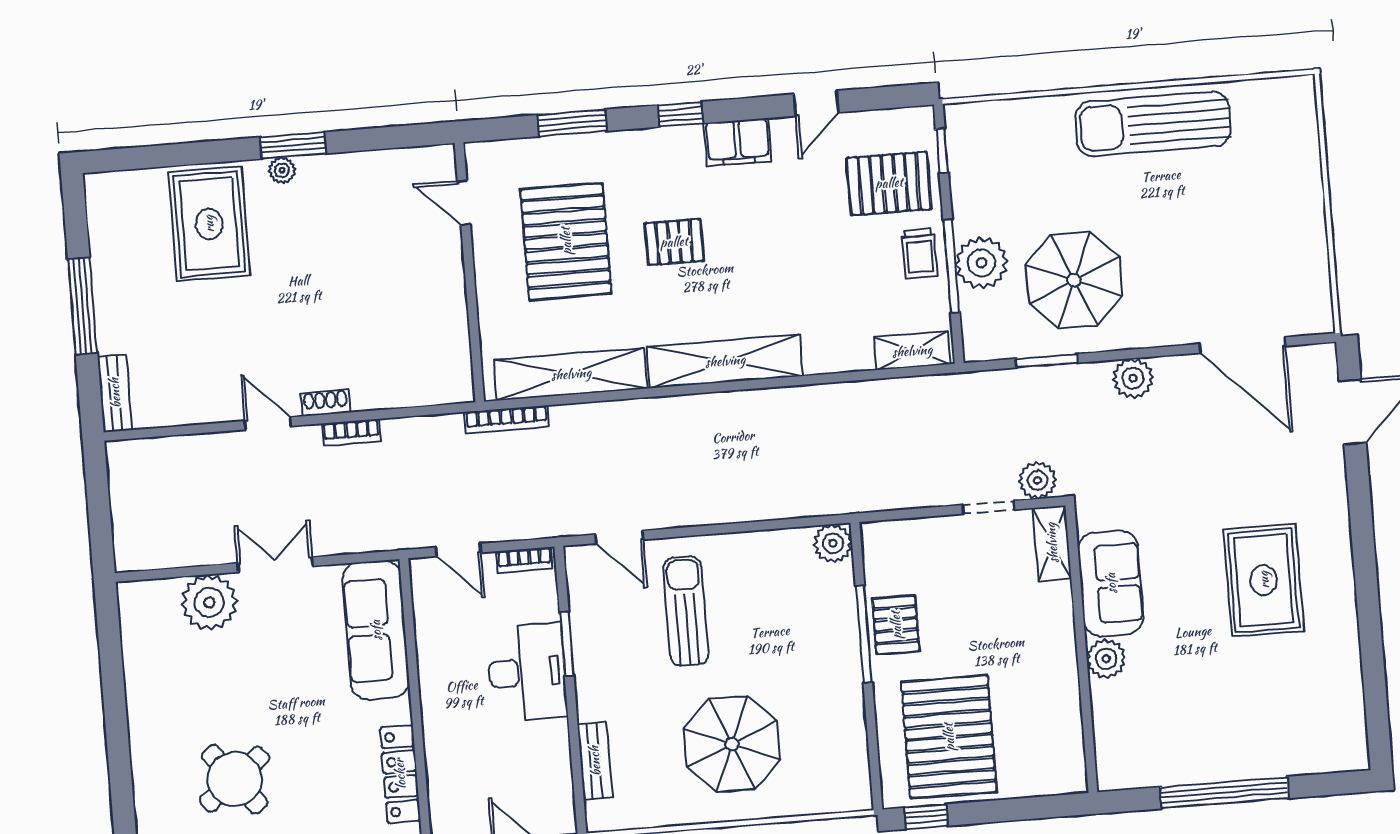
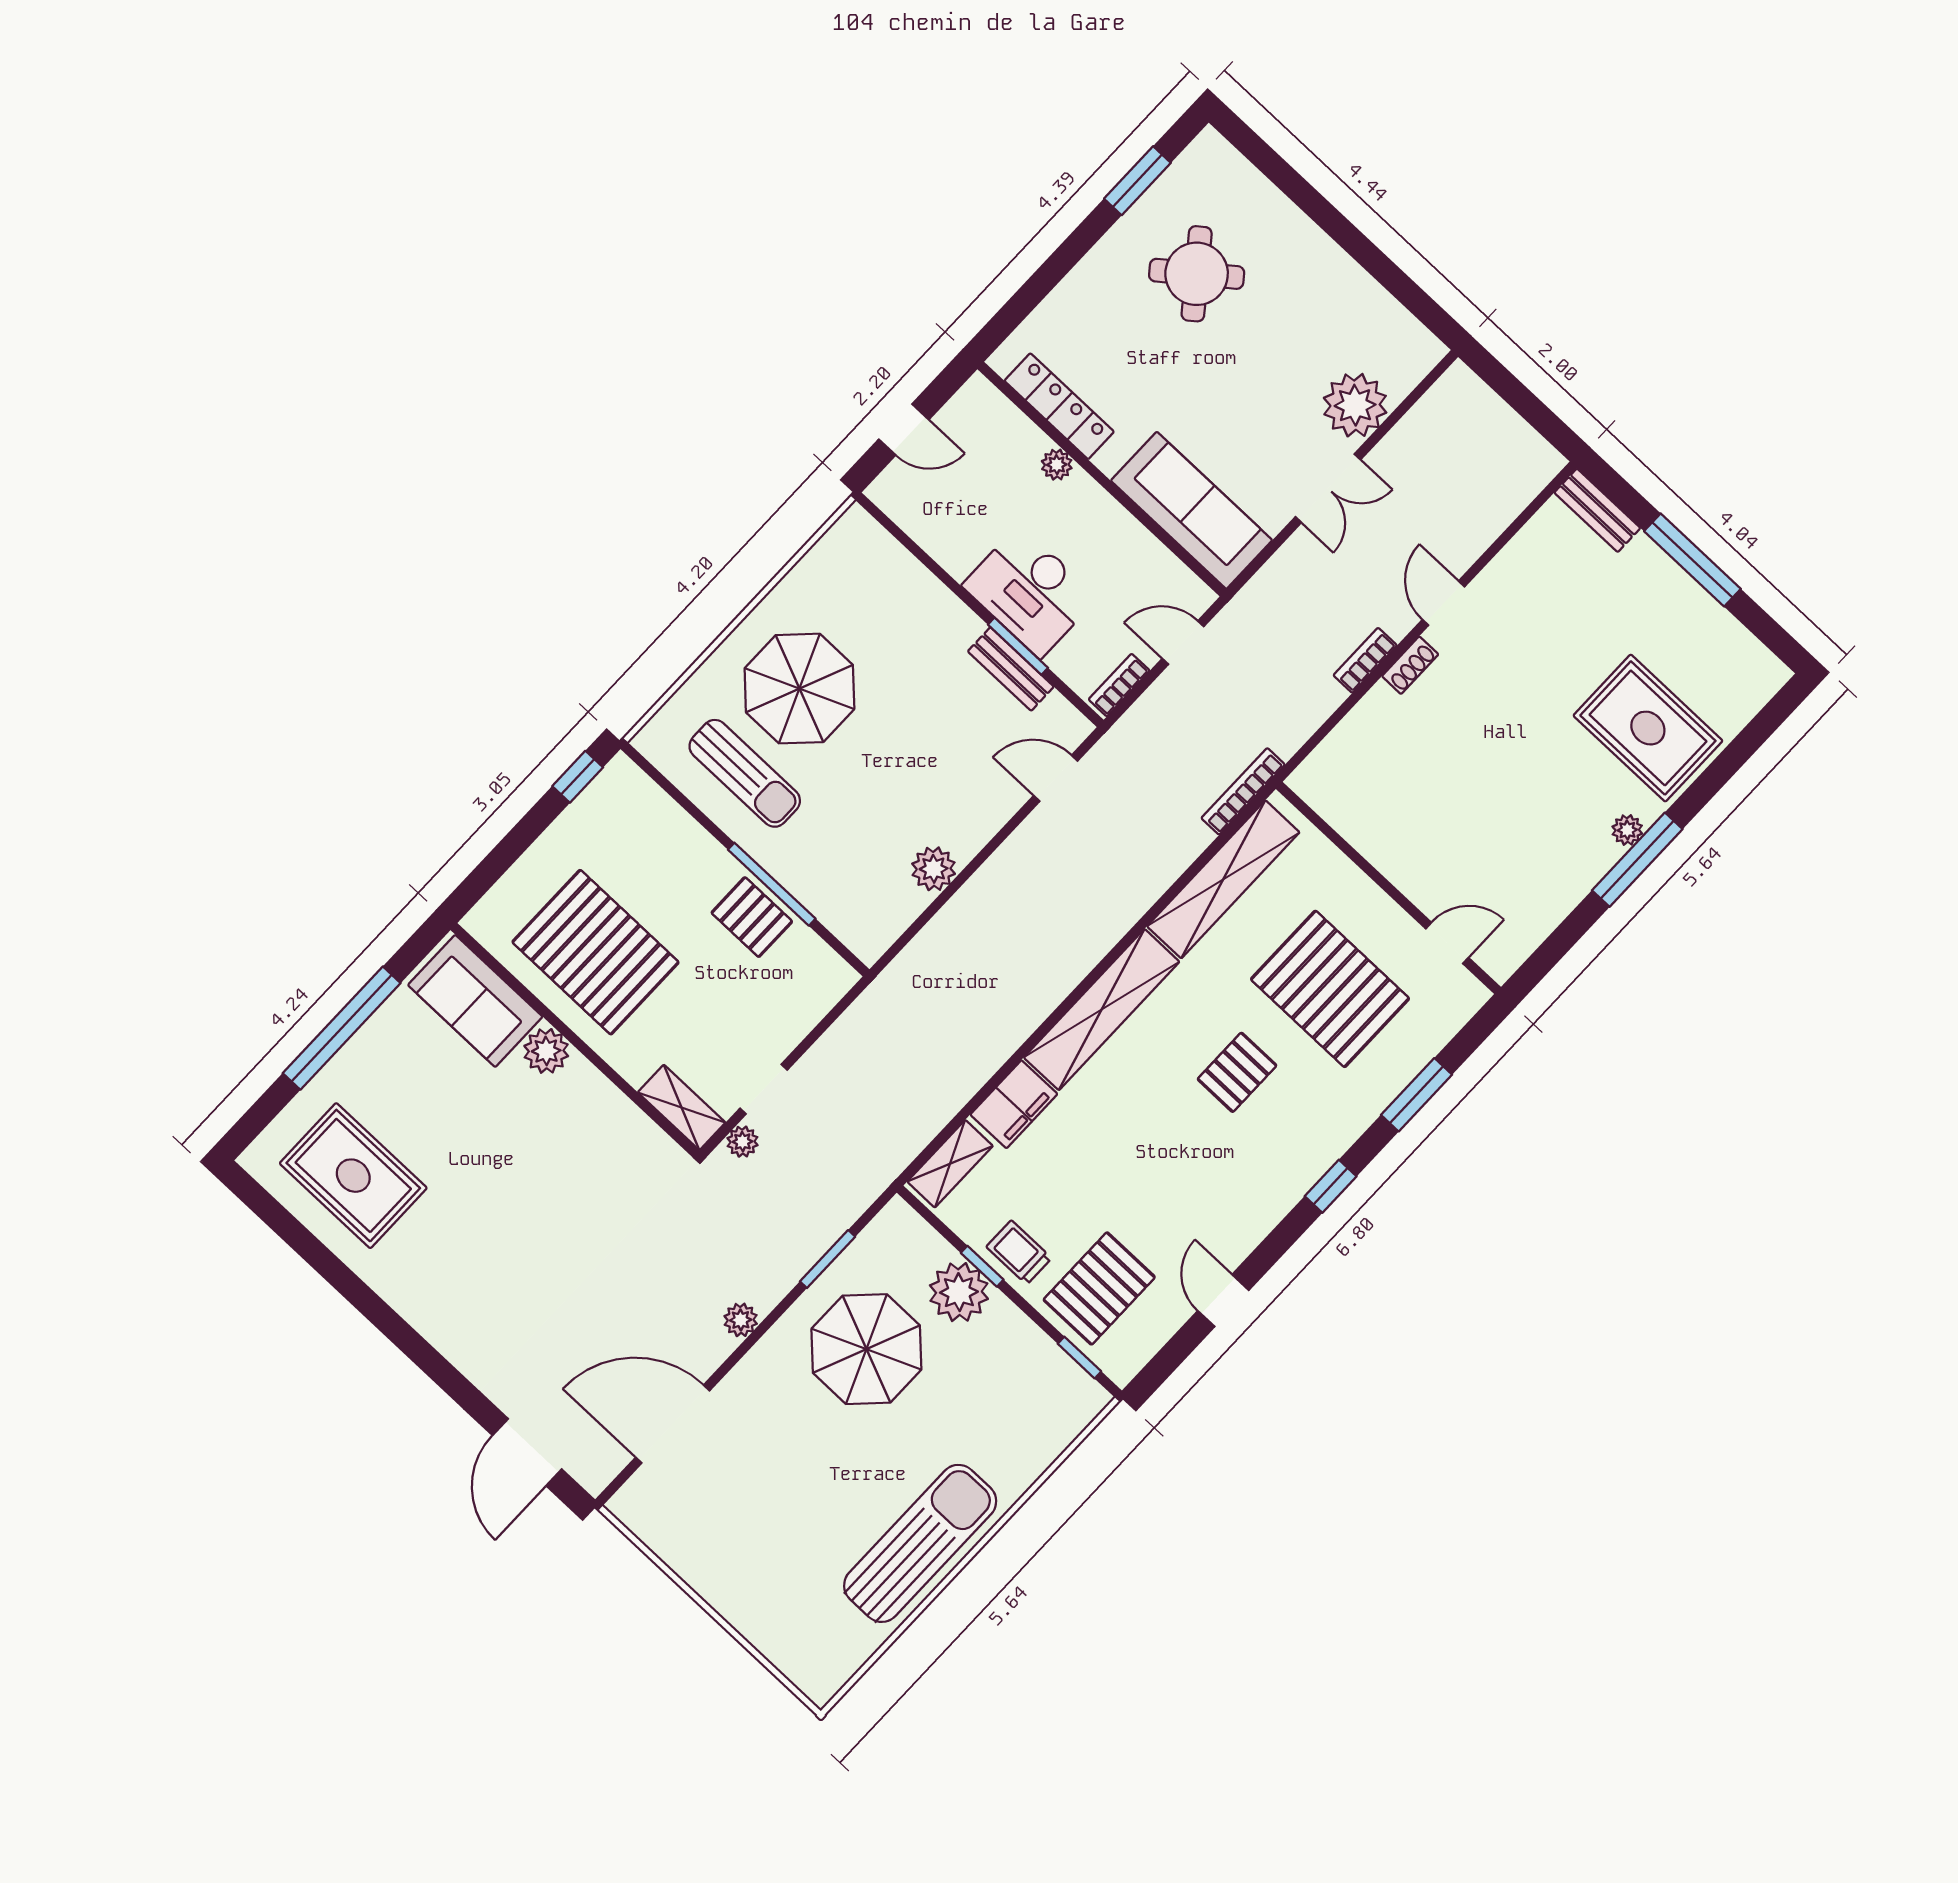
filing cabinet: (737, 142) -> (1014, 1104), moved, turned 180
window: (293, 145) -> (1637, 860), width x1.44
window: (951, 266) -> (982, 1266), width x0.46
plant: (1133, 378) -> (741, 1320), width x0.73, depth x0.73
door: (268, 423) -> (1444, 603), swing flipped
plant: (1037, 480) -> (742, 1142), width x0.73, depth x0.73
plant: (833, 543) -> (934, 869), moved
rug: (1264, 580) -> (353, 1176), moved
sofa: (1111, 583) -> (475, 1001), moved
sun lounger: (686, 611) -> (745, 773), moved
pallet: (949, 737) -> (596, 952), moved
plant: (436, 738) -> (1057, 465), added
bench: (595, 761) -> (1011, 669), moved

